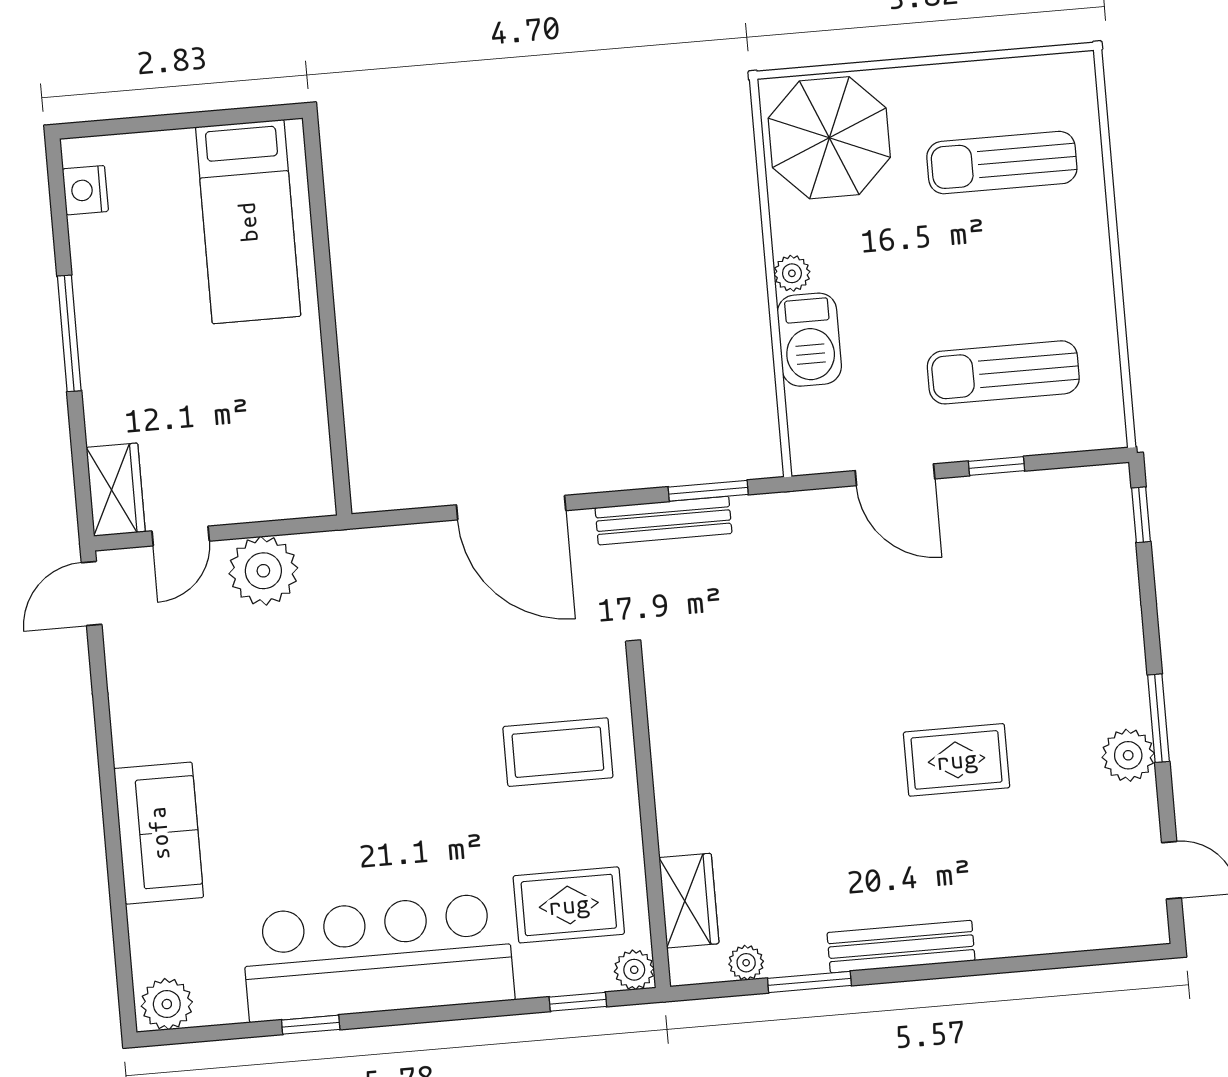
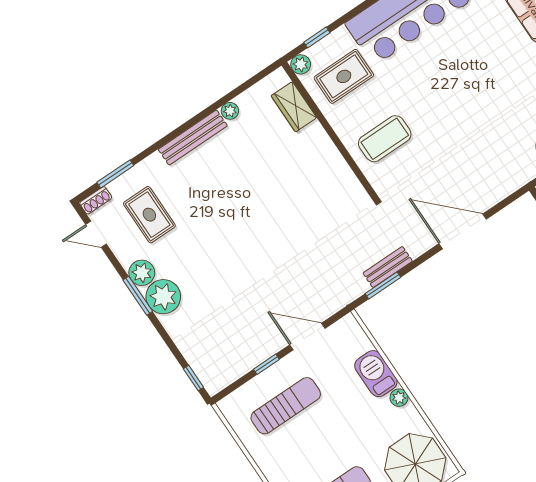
bench: (664, 521) -> (388, 267), width x0.73
plant: (1114, 691) -> (163, 297), added
rug: (957, 760) -> (149, 215), moved, turned 90
shoe rack: (1138, 931) -> (96, 200), added
plant: (746, 963) -> (230, 111), moved
window: (809, 982) -> (115, 174), moved

